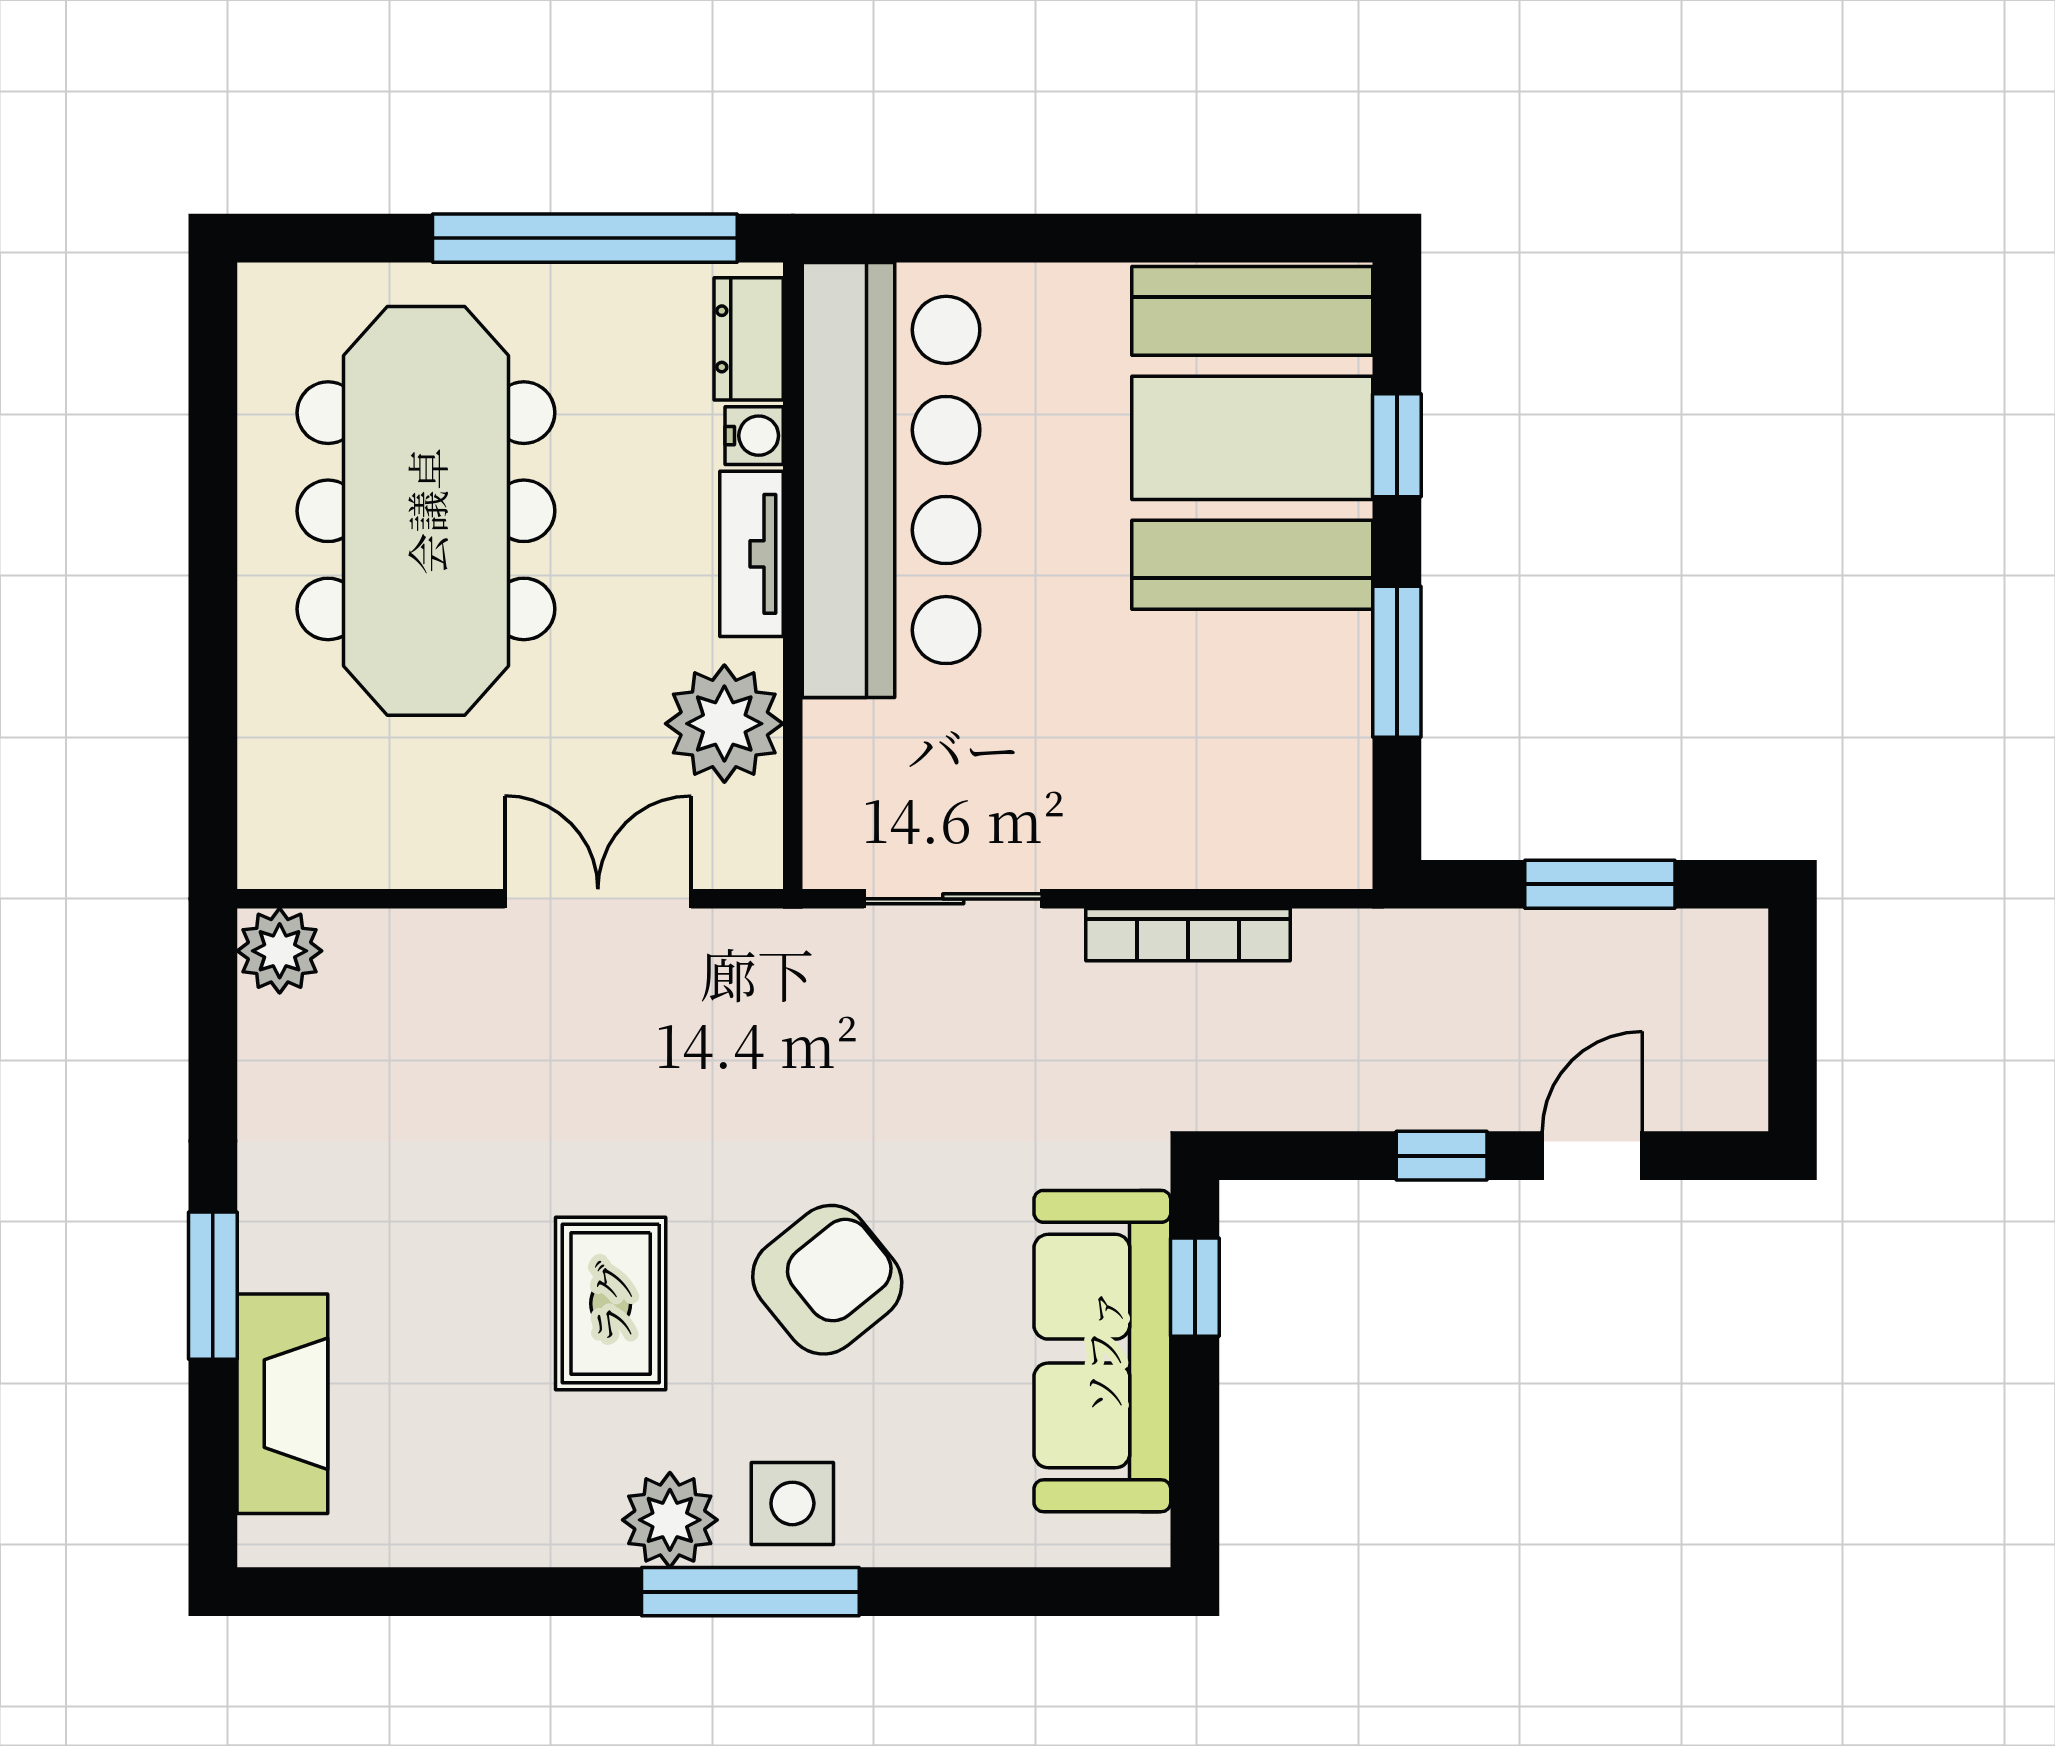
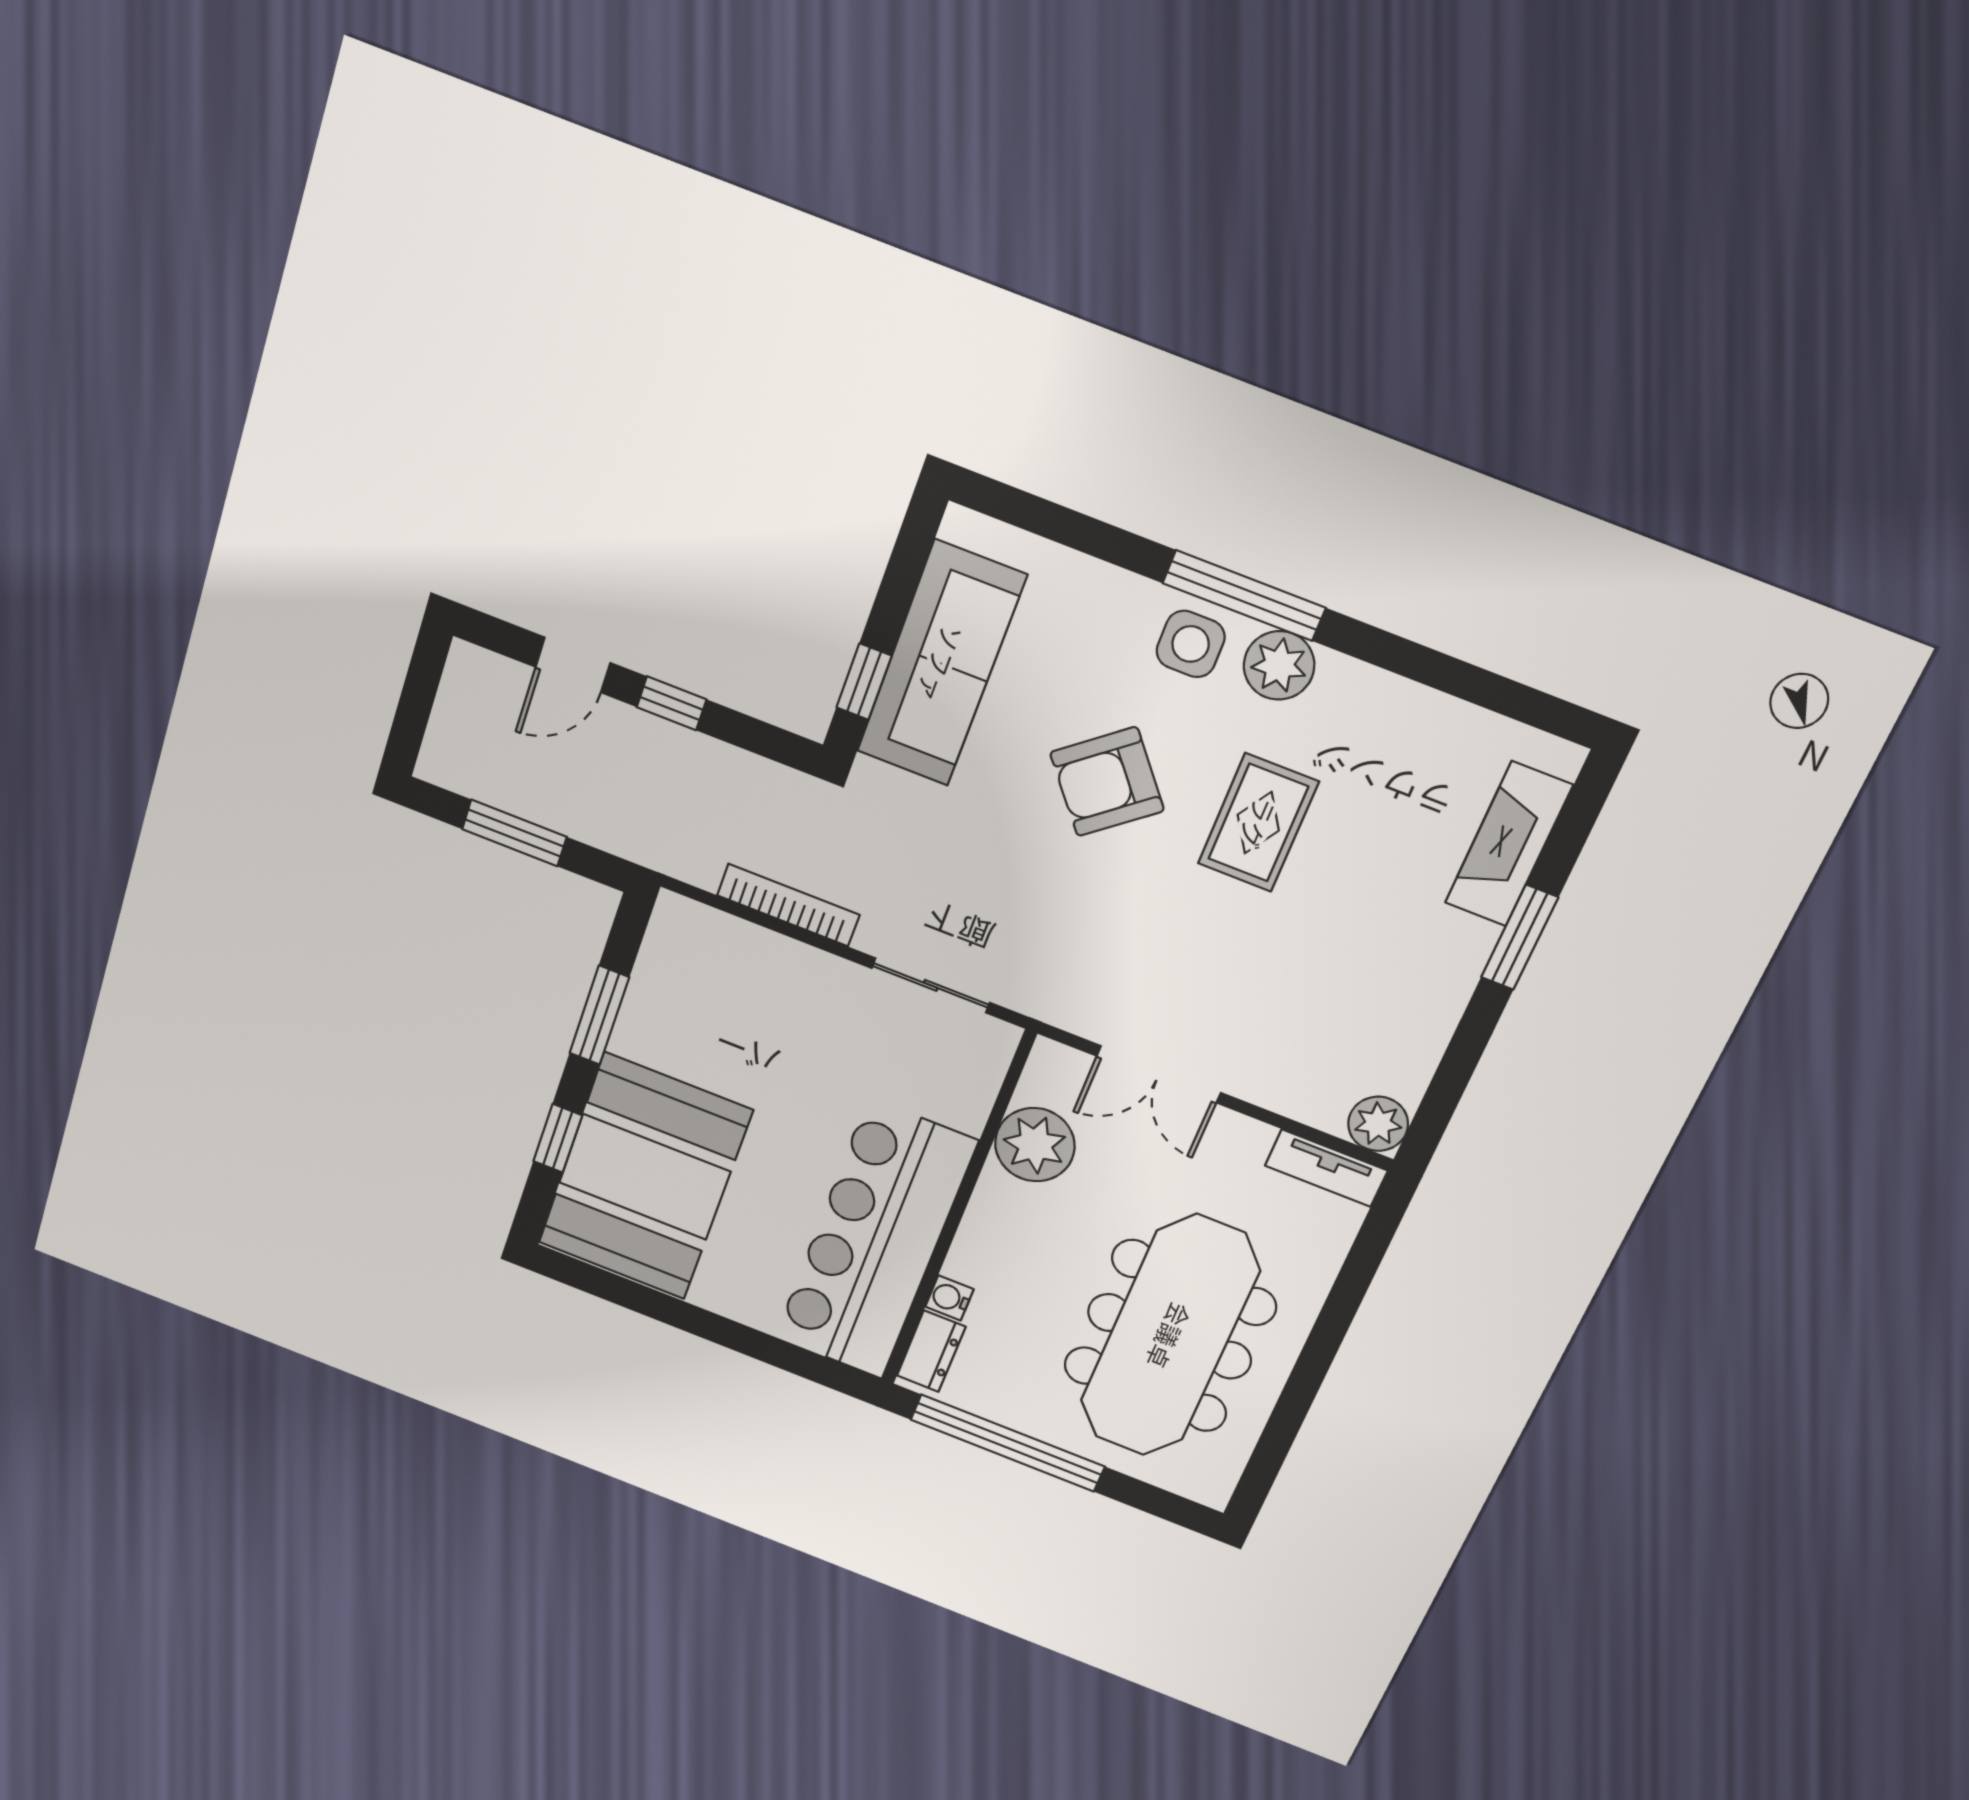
tv unit: (751, 554) -> (1326, 1168), moved, turned 90

